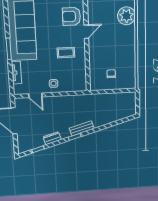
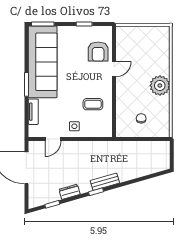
armchair: (71, 16) -> (98, 52), turned -90
plant: (126, 16) -> (160, 86), moved
coffee table: (66, 53) -> (93, 104), moved
door: (35, 95) -> (53, 139), hinge flipped

